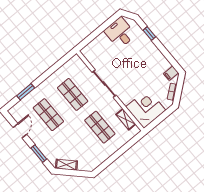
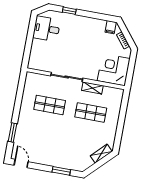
shop shelf: (48, 115) -> (44, 135), removed
shelving: (126, 119) -> (92, 88), moved
door: (20, 131) -> (21, 163), moved
shelving: (66, 165) -> (101, 154), moved

